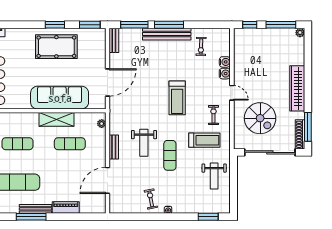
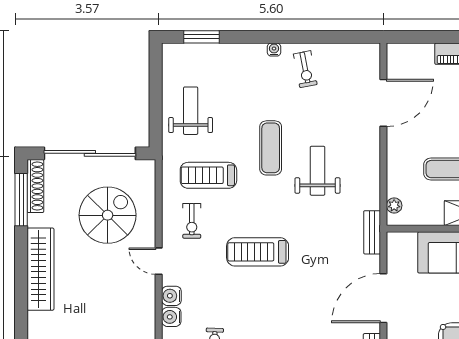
door: (107, 82) -> (383, 298), moved
treadmill: (177, 98) -> (258, 252), turned -90
spiral stairs: (260, 118) -> (108, 215), turned 90
bench: (114, 147) -> (372, 232), moved

